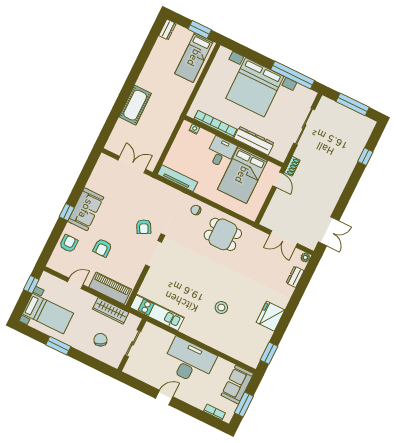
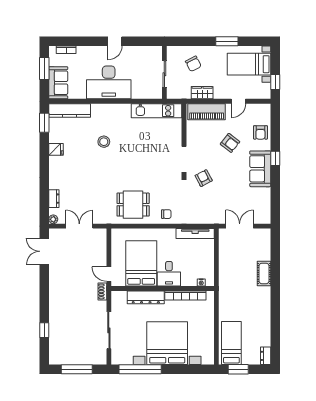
cot: (135, 105) -> (264, 273), width x0.73, depth x0.75
double door: (132, 165) -> (240, 226), swing flipped
armchair: (102, 248) -> (230, 143), turned 128
wardrobe: (111, 311) -> (202, 93), width x0.67
fridge: (270, 316) -> (56, 149), width x0.53, depth x0.75
kitchen counter: (239, 353) -> (70, 110), added

